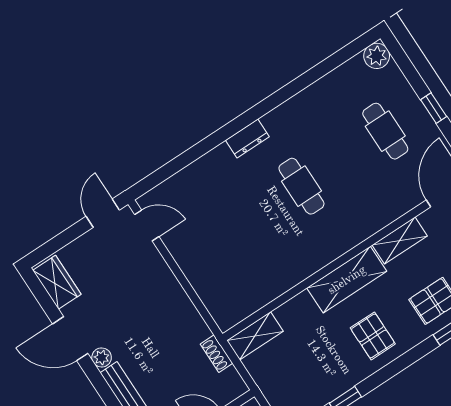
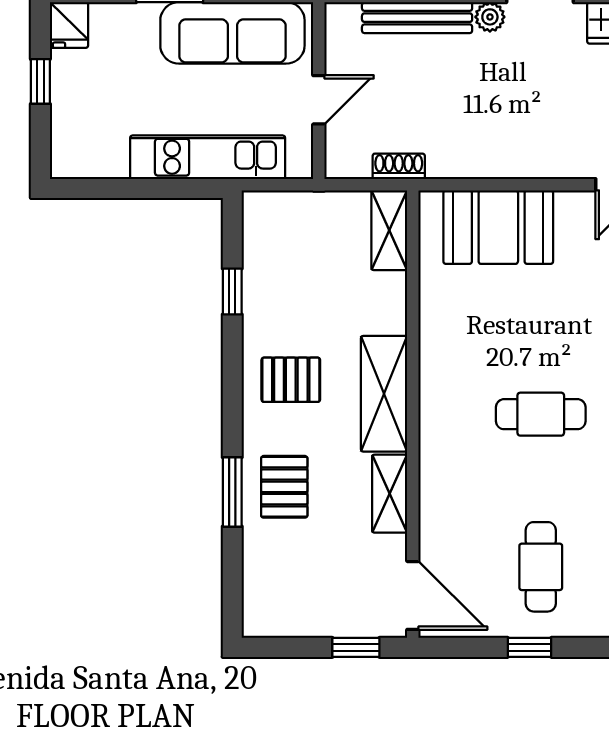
cafe table: (385, 131) -> (541, 567), turned 90
booth: (214, 277) -> (498, 227), added

